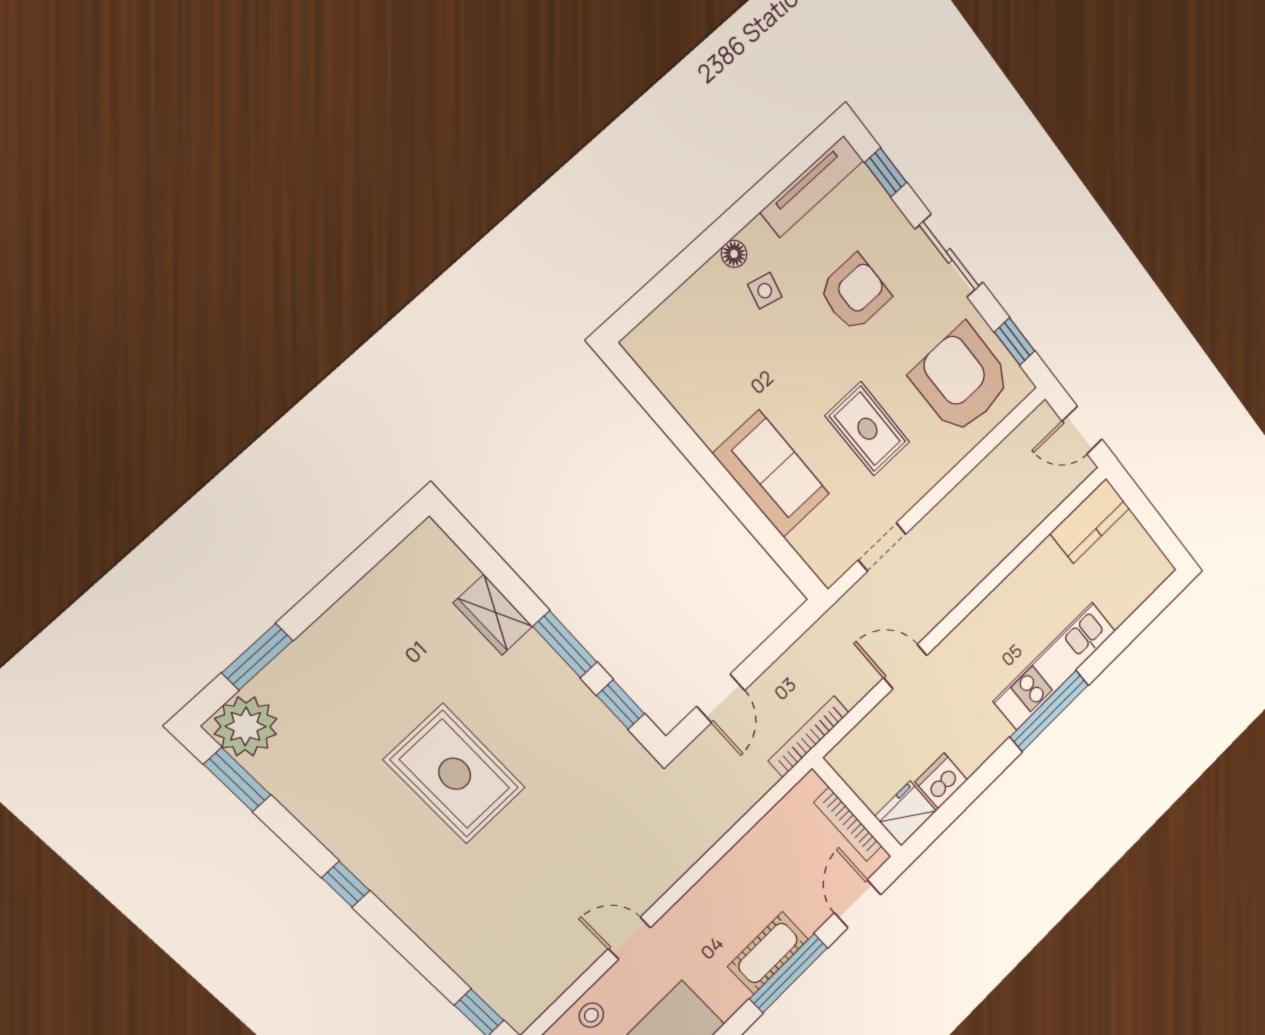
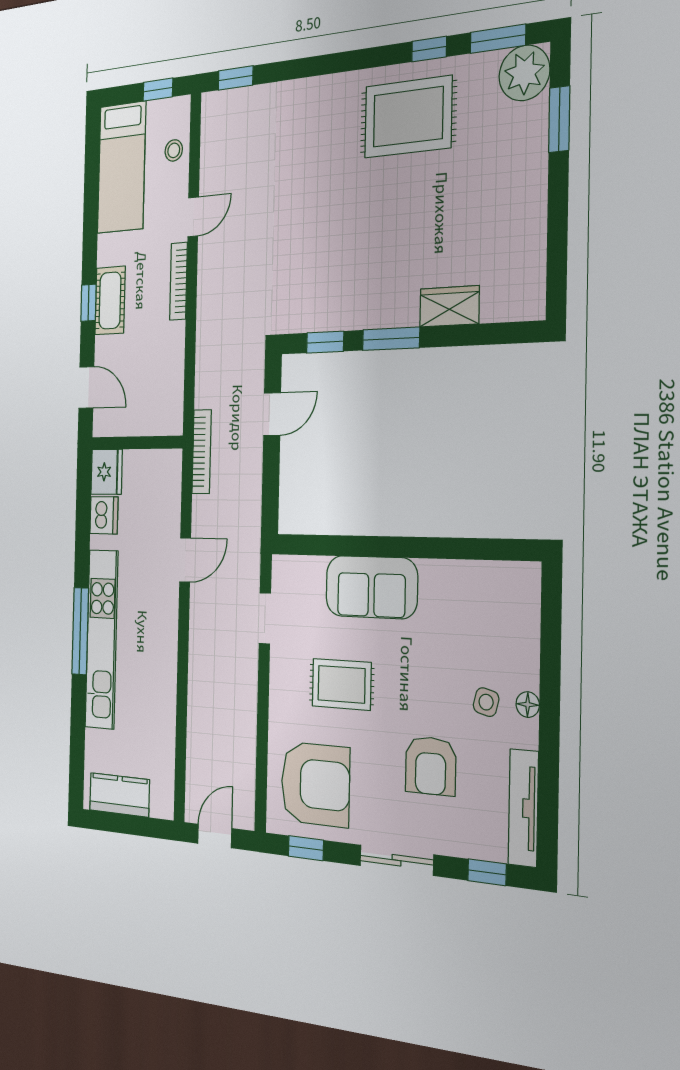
kitchen counter: (1090, 521) -> (119, 795), moved, turned 90
kitchen unit: (1054, 666) -> (102, 639), width x1.36
door: (721, 698) -> (272, 414), swing flipped
rug: (455, 774) -> (408, 117), moved
bookcase: (848, 824) -> (178, 281), moved, turned -90
window: (346, 884) -> (429, 49), moved
window: (789, 973) -> (88, 303), width x0.46

